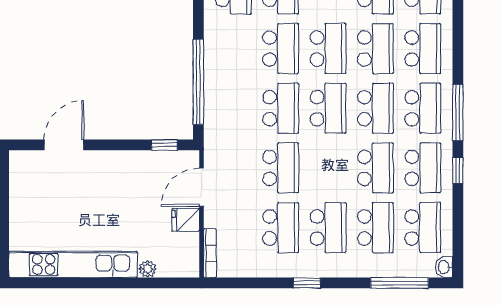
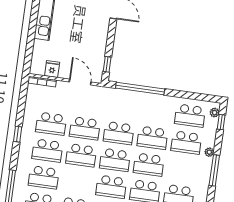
school desk: (375, 168) -> (81, 155), moved
fridge: (186, 220) -> (52, 69), moved
plant: (148, 269) -> (38, 45), removed

